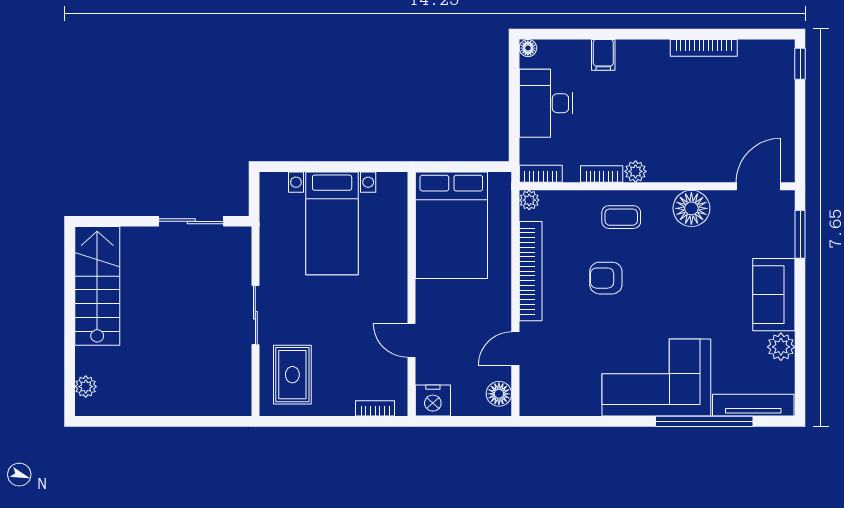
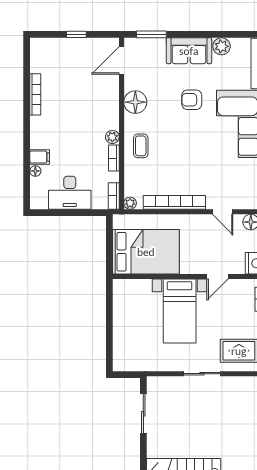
floor lamp: (528, 48) -> (35, 171), moved
window: (800, 64) -> (76, 34), moved
door: (758, 186) -> (121, 60), hinge flipped
bed with nightstands: (332, 223) -> (180, 311), moved, turned 90
armchair: (606, 278) -> (192, 100), moved, turned 90

